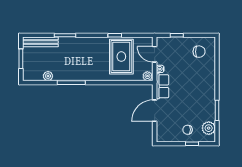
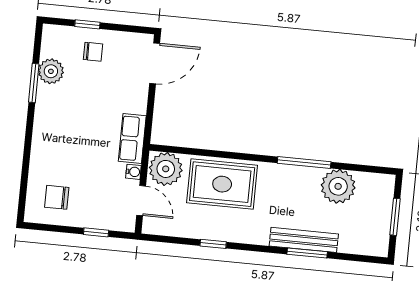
bench: (40, 42) -> (304, 240), moved
rug: (121, 57) -> (222, 184), moved, turned 90
plant: (48, 76) -> (338, 186), width x1.88, depth x1.88
plant: (147, 76) -> (166, 169), width x1.88, depth x1.88
door: (155, 111) -> (155, 63), moved
plant: (209, 128) -> (51, 71), moved

